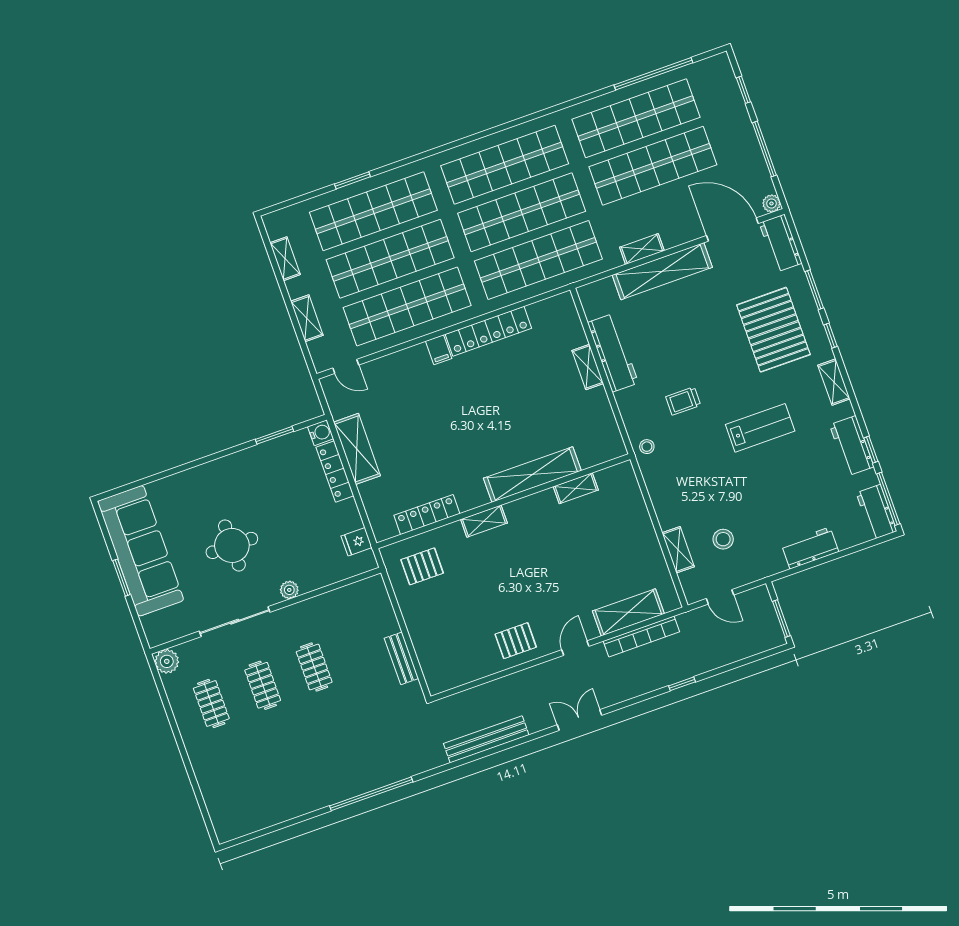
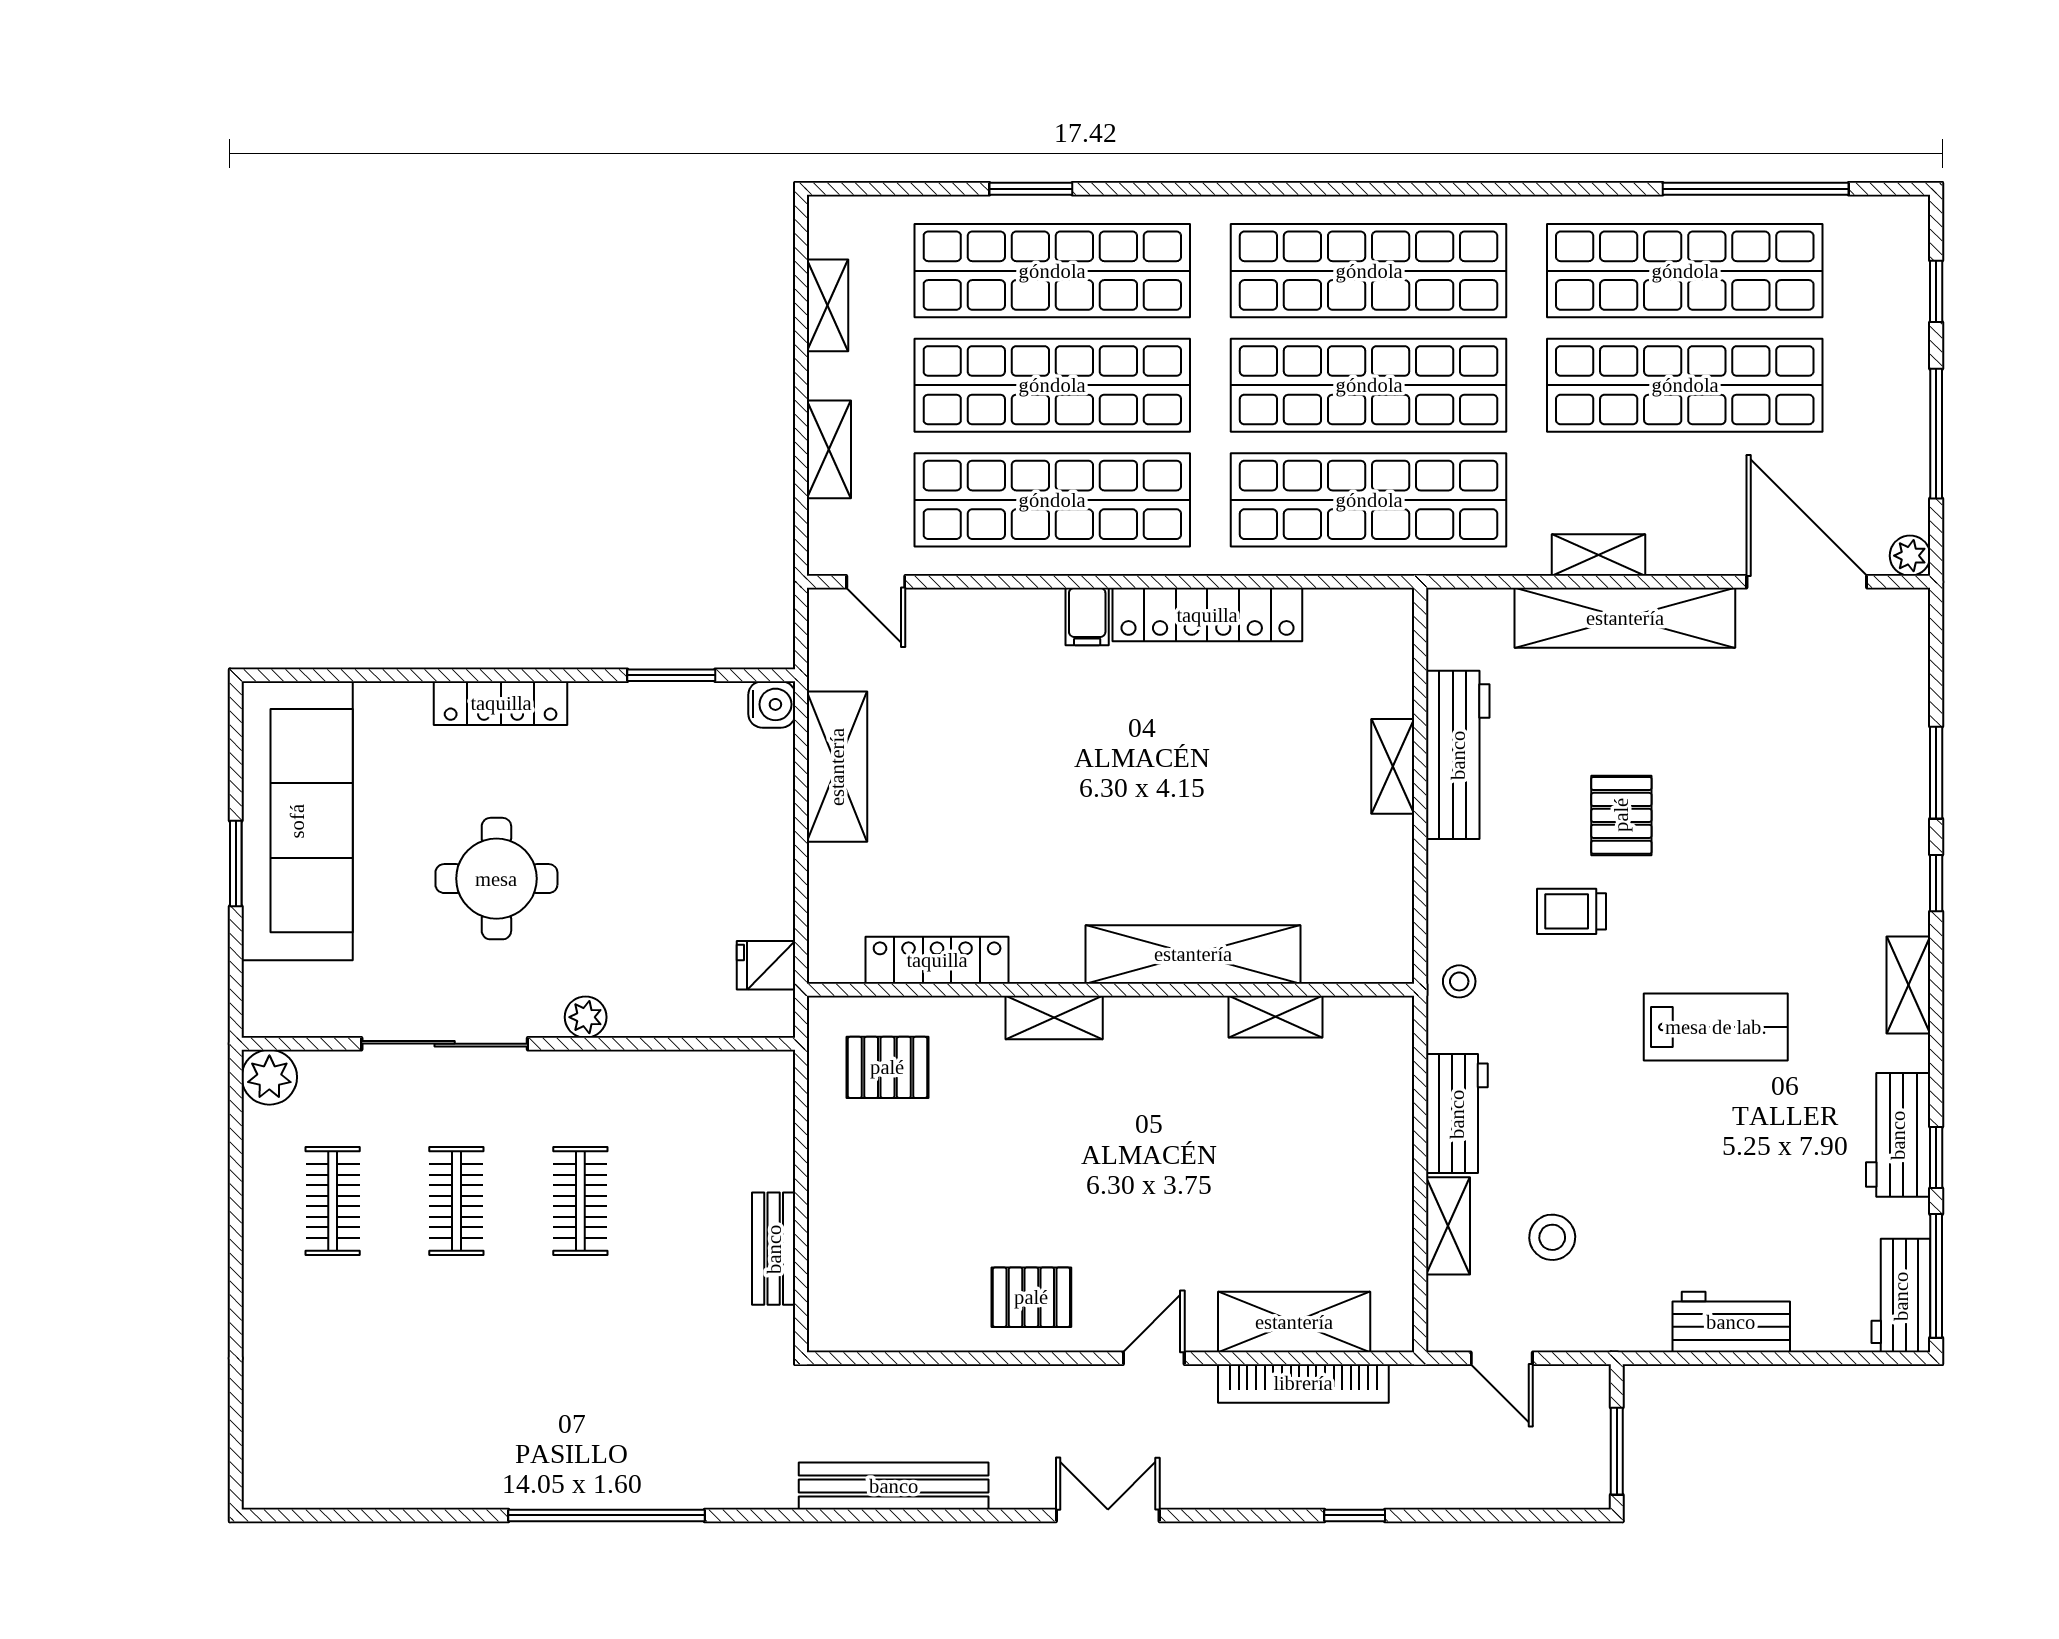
workbench: (781, 243) -> (1457, 1114), moved, turned 180
pallet: (773, 330) -> (1621, 815), moved, width x0.49, depth x0.50
locker: (335, 471) -> (501, 703), moved, turned -90

